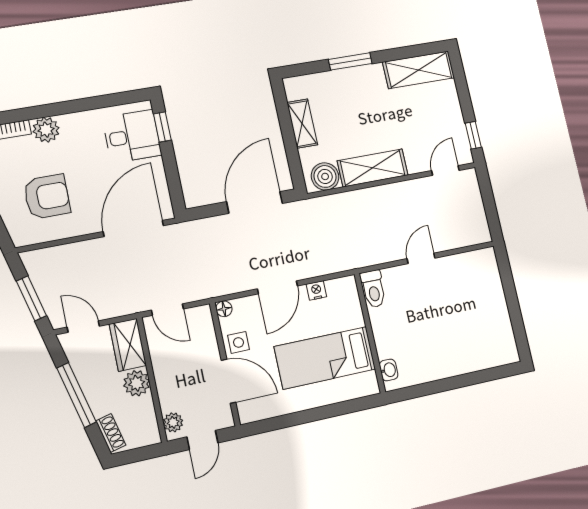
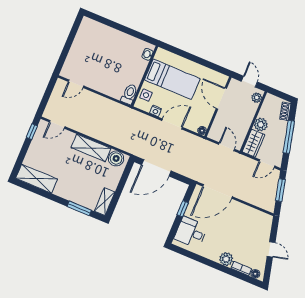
window: (350, 61) -> (79, 208), moved
shelving: (302, 124) -> (105, 202), moved
window: (162, 127) -> (183, 209), moved
armchair: (47, 197) -> (245, 229), removed
door: (421, 258) -> (76, 84), moved
door: (83, 327) -> (267, 164), hinge flipped
side table: (239, 342) -> (146, 95), moved
door: (202, 440) -> (249, 82), hinge flipped

